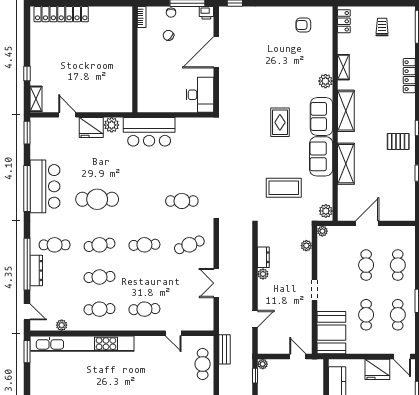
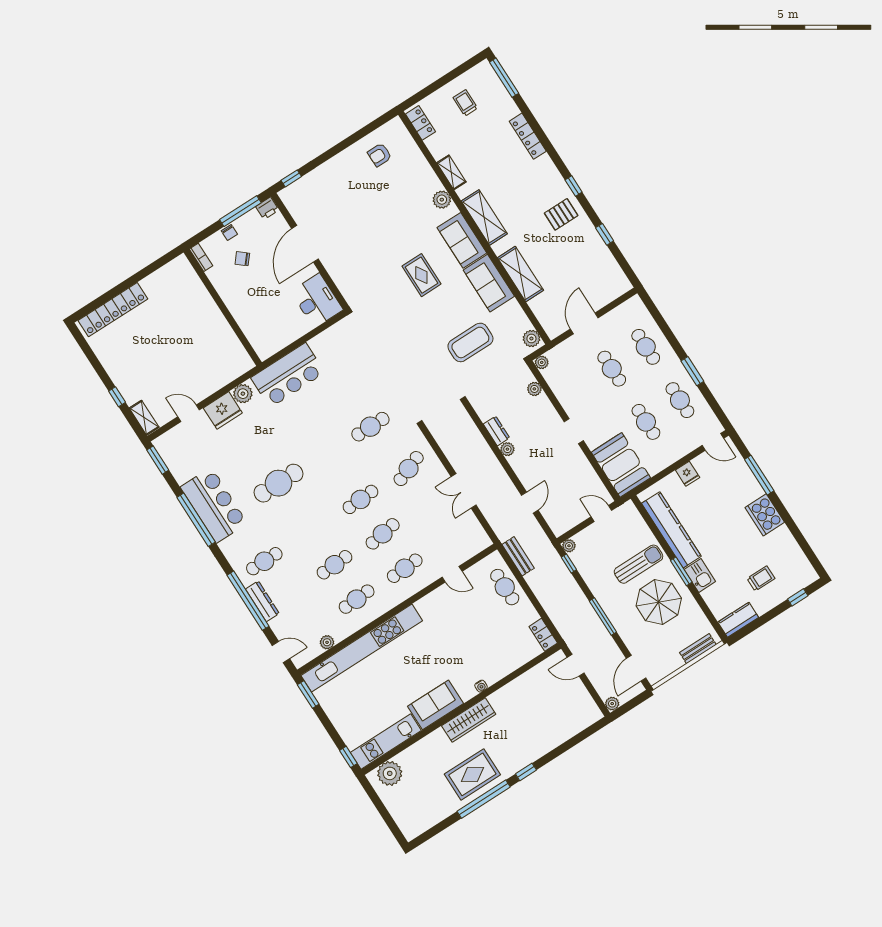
cafe table: (99, 245) -> (383, 534), moved
fridge: (377, 369) -> (688, 474), width x0.53, depth x0.75

